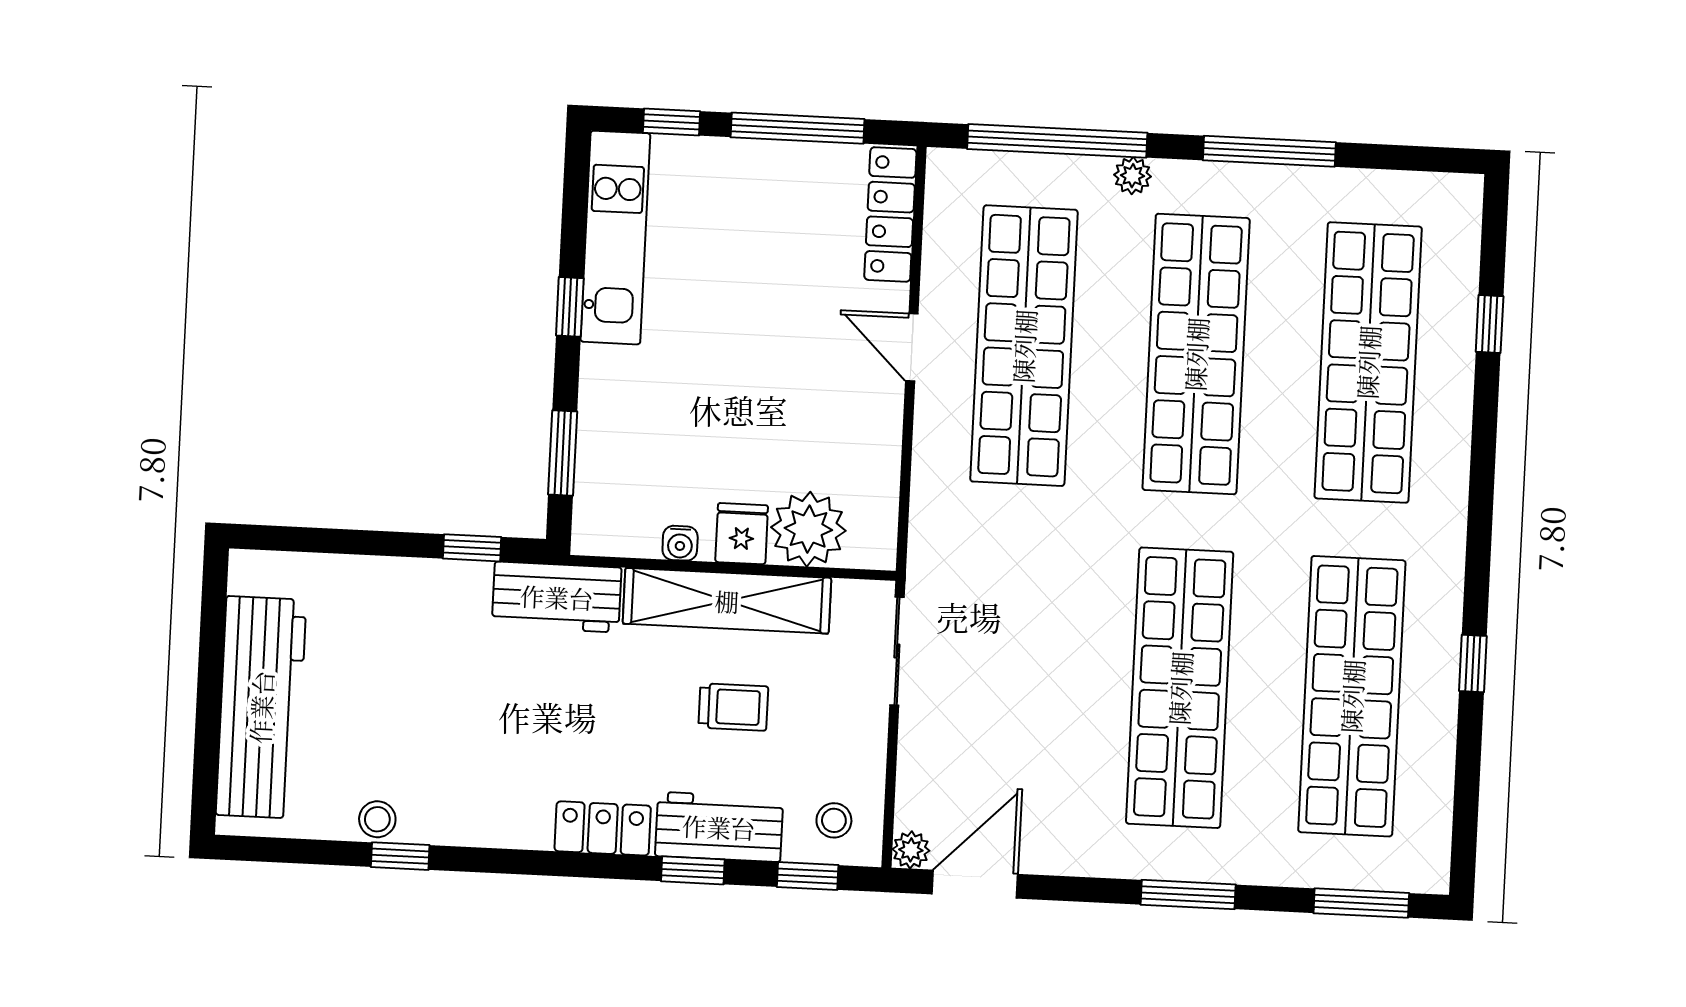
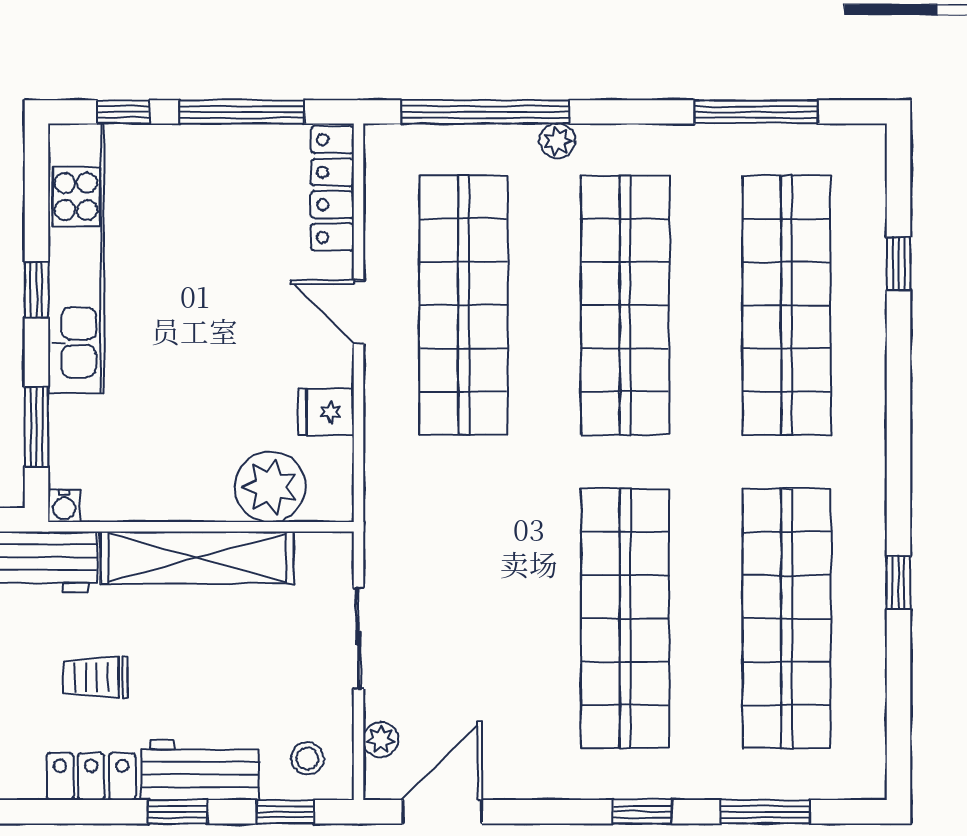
window: (1269, 151) -> (756, 112), moved
kitchen unit: (615, 238) -> (76, 259), width x1.36
fridge: (742, 534) -> (326, 412), moved, turned -90
water cooler: (680, 543) -> (64, 506), moved
sliding door: (897, 651) -> (359, 638), moved
trolley: (733, 707) -> (95, 677), moved, turned 180
plant: (911, 850) -> (381, 740), moved
window: (1188, 895) -> (642, 812), width x0.67
window: (1361, 903) -> (765, 812), moved

